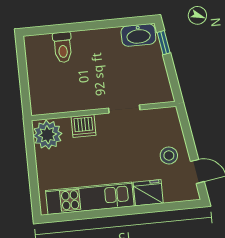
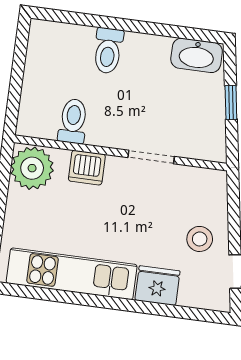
window: (164, 43) -> (231, 103), moved
toilet: (63, 47) -> (108, 51), moved
toilet: (67, 97) -> (73, 121), added

